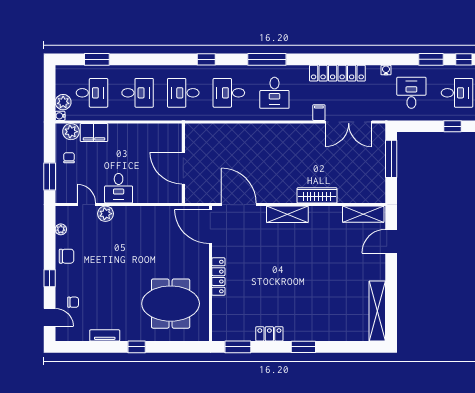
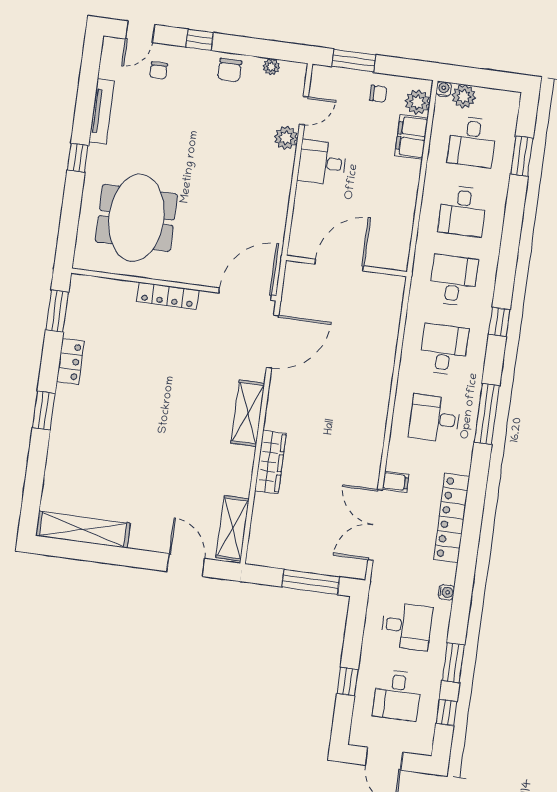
tv unit: (105, 335) -> (102, 111), width x1.41

